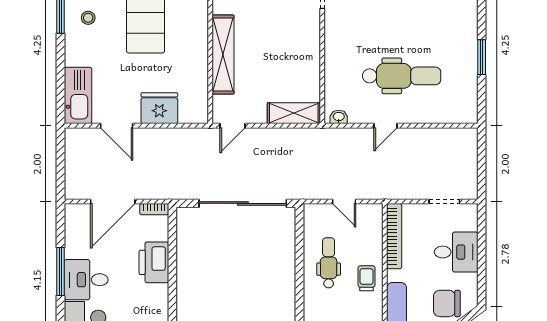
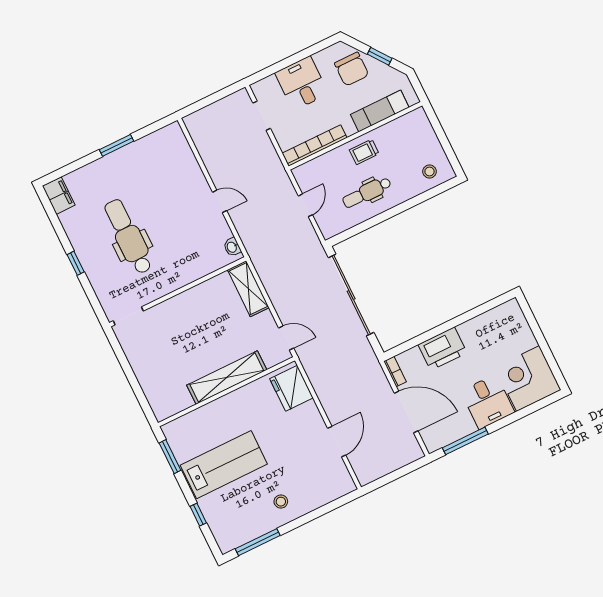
stool: (88, 18) -> (281, 502), moved
dental chair: (402, 76) -> (128, 237), moved
kitchen sink: (78, 95) -> (327, 489), removed
fridge: (159, 108) -> (291, 388), moved
window: (61, 271) -> (465, 441), moved

